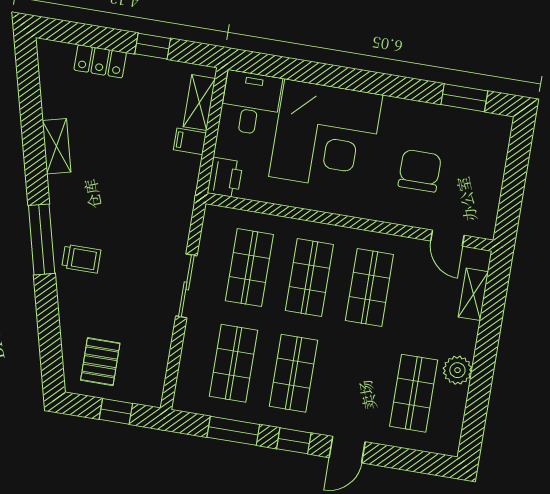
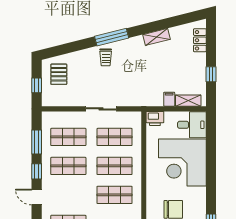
locker: (100, 61) -> (200, 40), moved
pallet: (100, 362) -> (59, 74), turned 90

